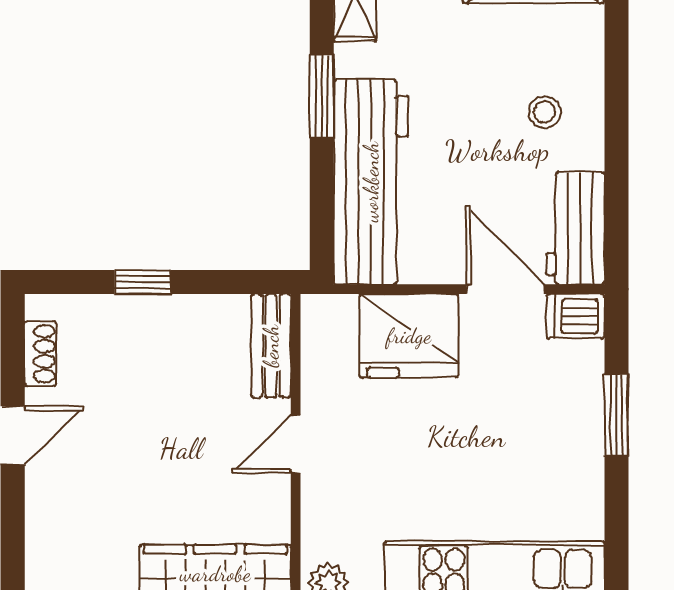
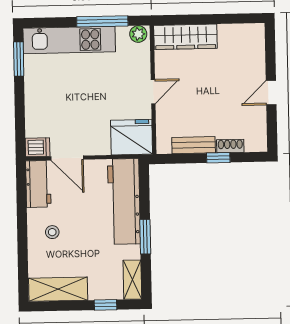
fridge: (409, 336) -> (132, 137), moved
bench: (271, 346) -> (194, 145), moved, turned 90
shoe rack: (40, 354) -> (230, 146), moved, turned 90
window: (616, 415) -> (19, 59), moved

